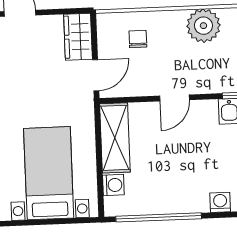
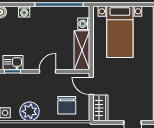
chair: (138, 39) -> (67, 105), width x1.87, depth x1.87
door: (96, 75) -> (91, 86), hinge flipped

